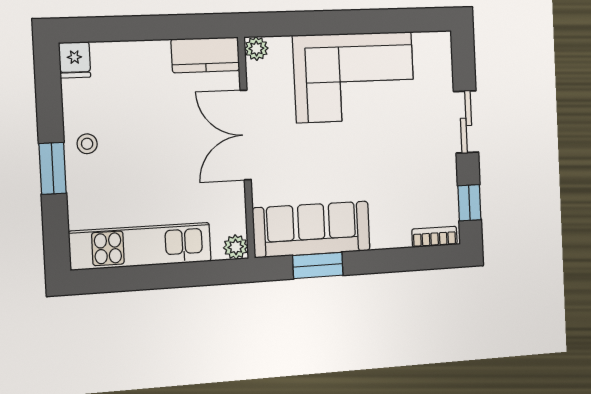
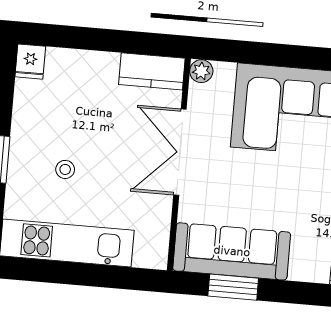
stool: (87, 144) -> (65, 169), moved
plant: (236, 247) -> (156, 257), removed

